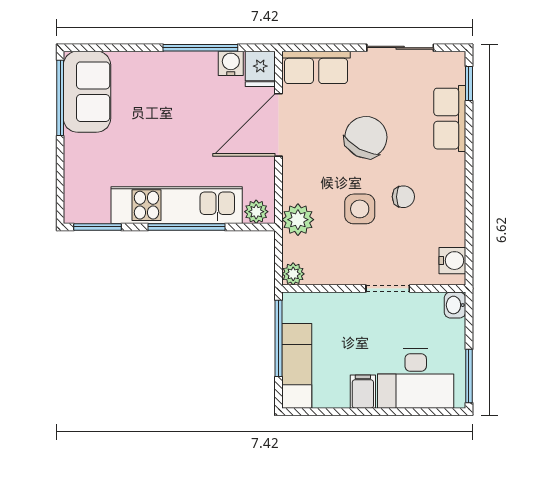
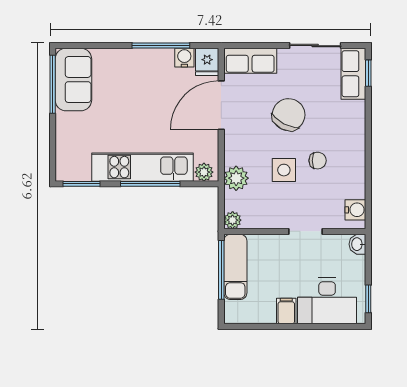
row of seats: (450, 119) -> (353, 74), moved
exam couch: (297, 366) -> (235, 267), moved
window: (469, 376) -> (368, 299), width x0.67

